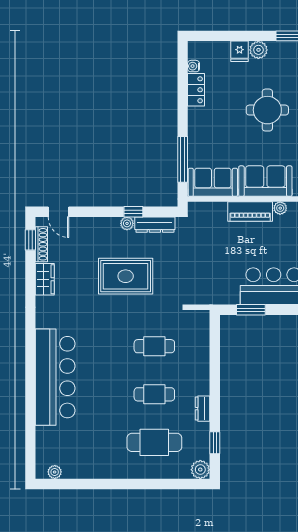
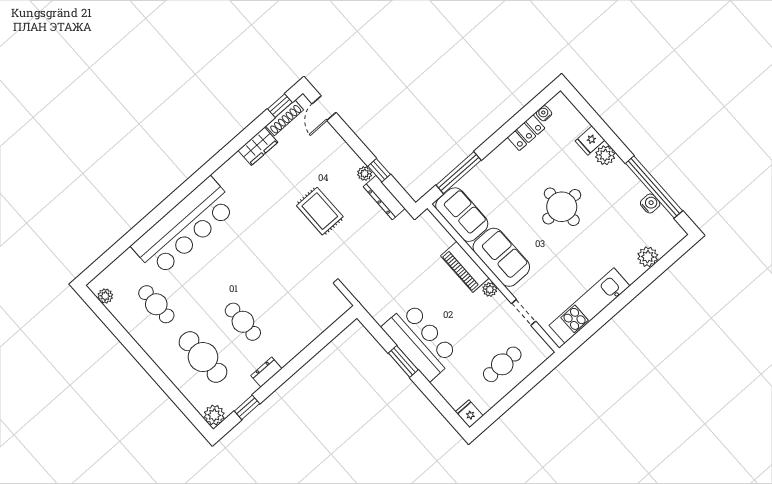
rug: (126, 276) -> (320, 211), width x0.73, depth x0.70
window: (251, 310) -> (403, 362), moved
cafe table: (154, 346) -> (156, 304), moved

